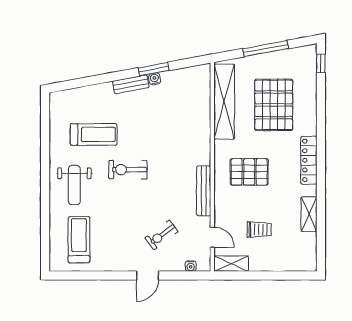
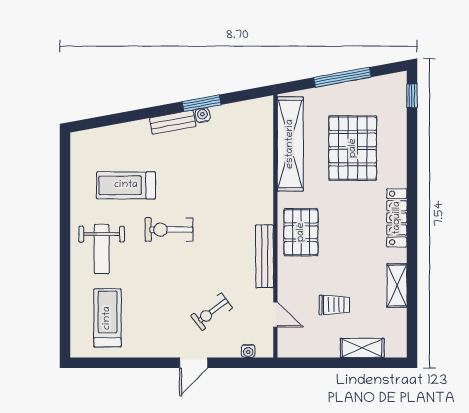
treadmill: (94, 134) -> (126, 185), turned 180
pallet: (249, 172) -> (301, 232), moved, turned 90
shelving: (231, 264) -> (362, 348), moved

